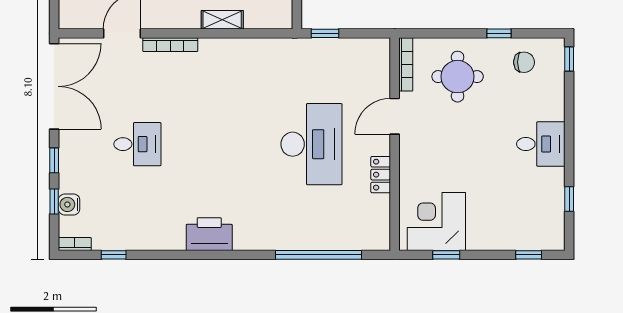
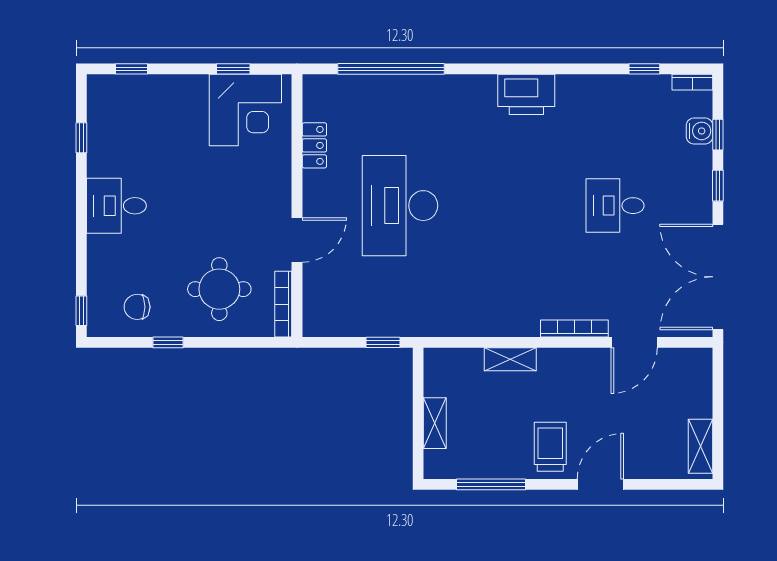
locker: (381, 175) -> (314, 145), moved

